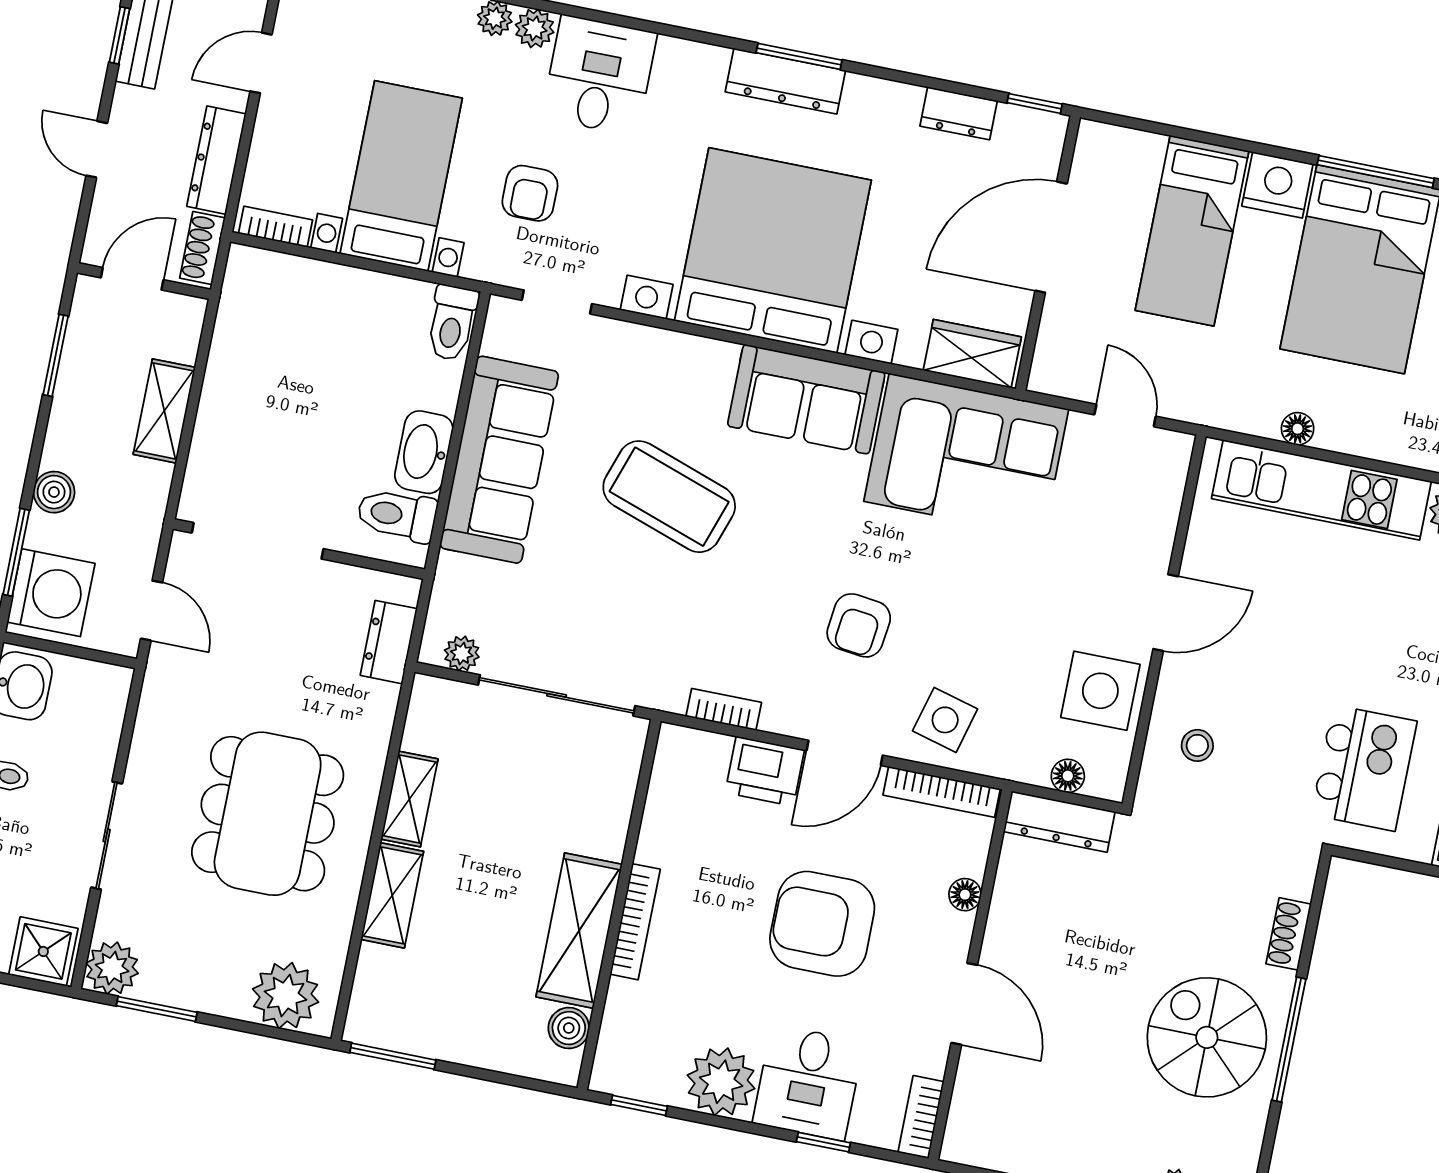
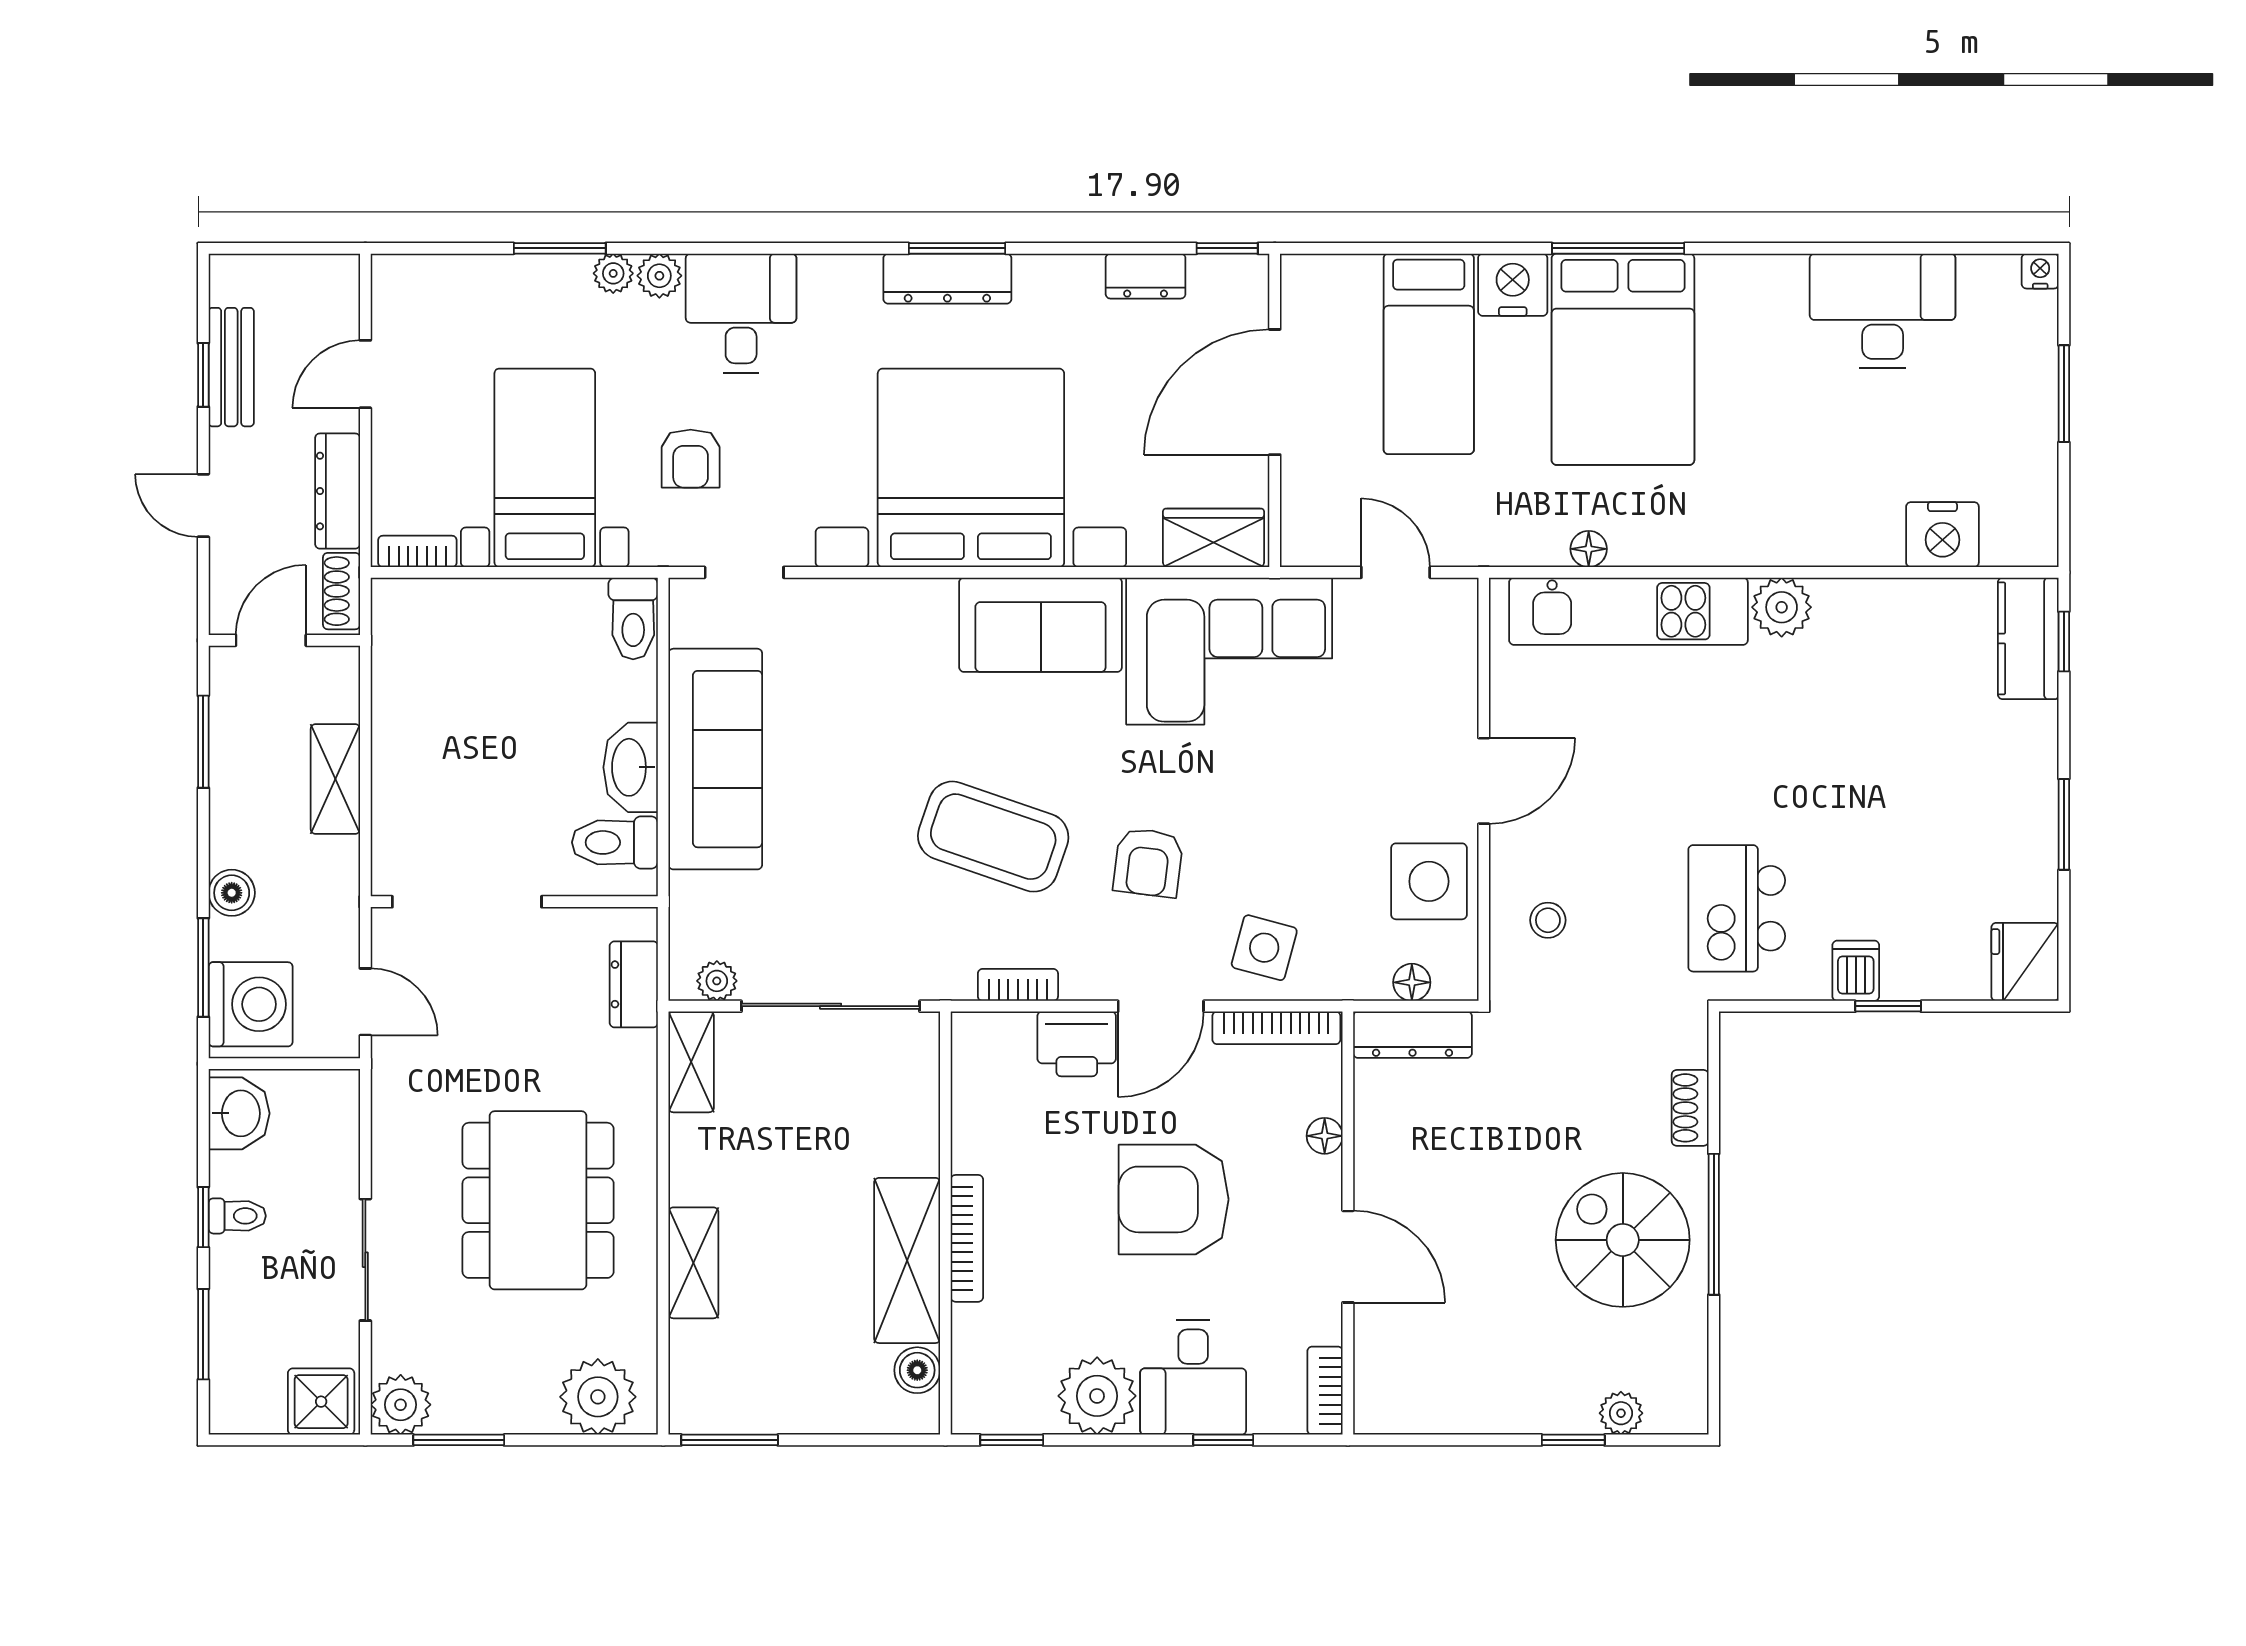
coffee table: (669, 497) -> (993, 837), moved
kitchen island: (1364, 768) -> (1737, 908), turned 180
shelving: (409, 799) -> (691, 1062), moved

